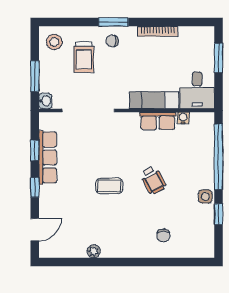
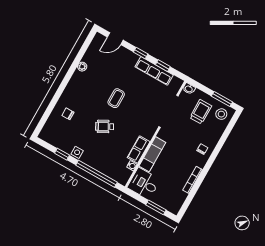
window: (113, 22) -> (213, 156), removed
trolley: (84, 57) -> (201, 112), moved, turned 90
window: (35, 76) -> (222, 99), moved
door: (35, 230) -> (115, 39), hinge flipped

